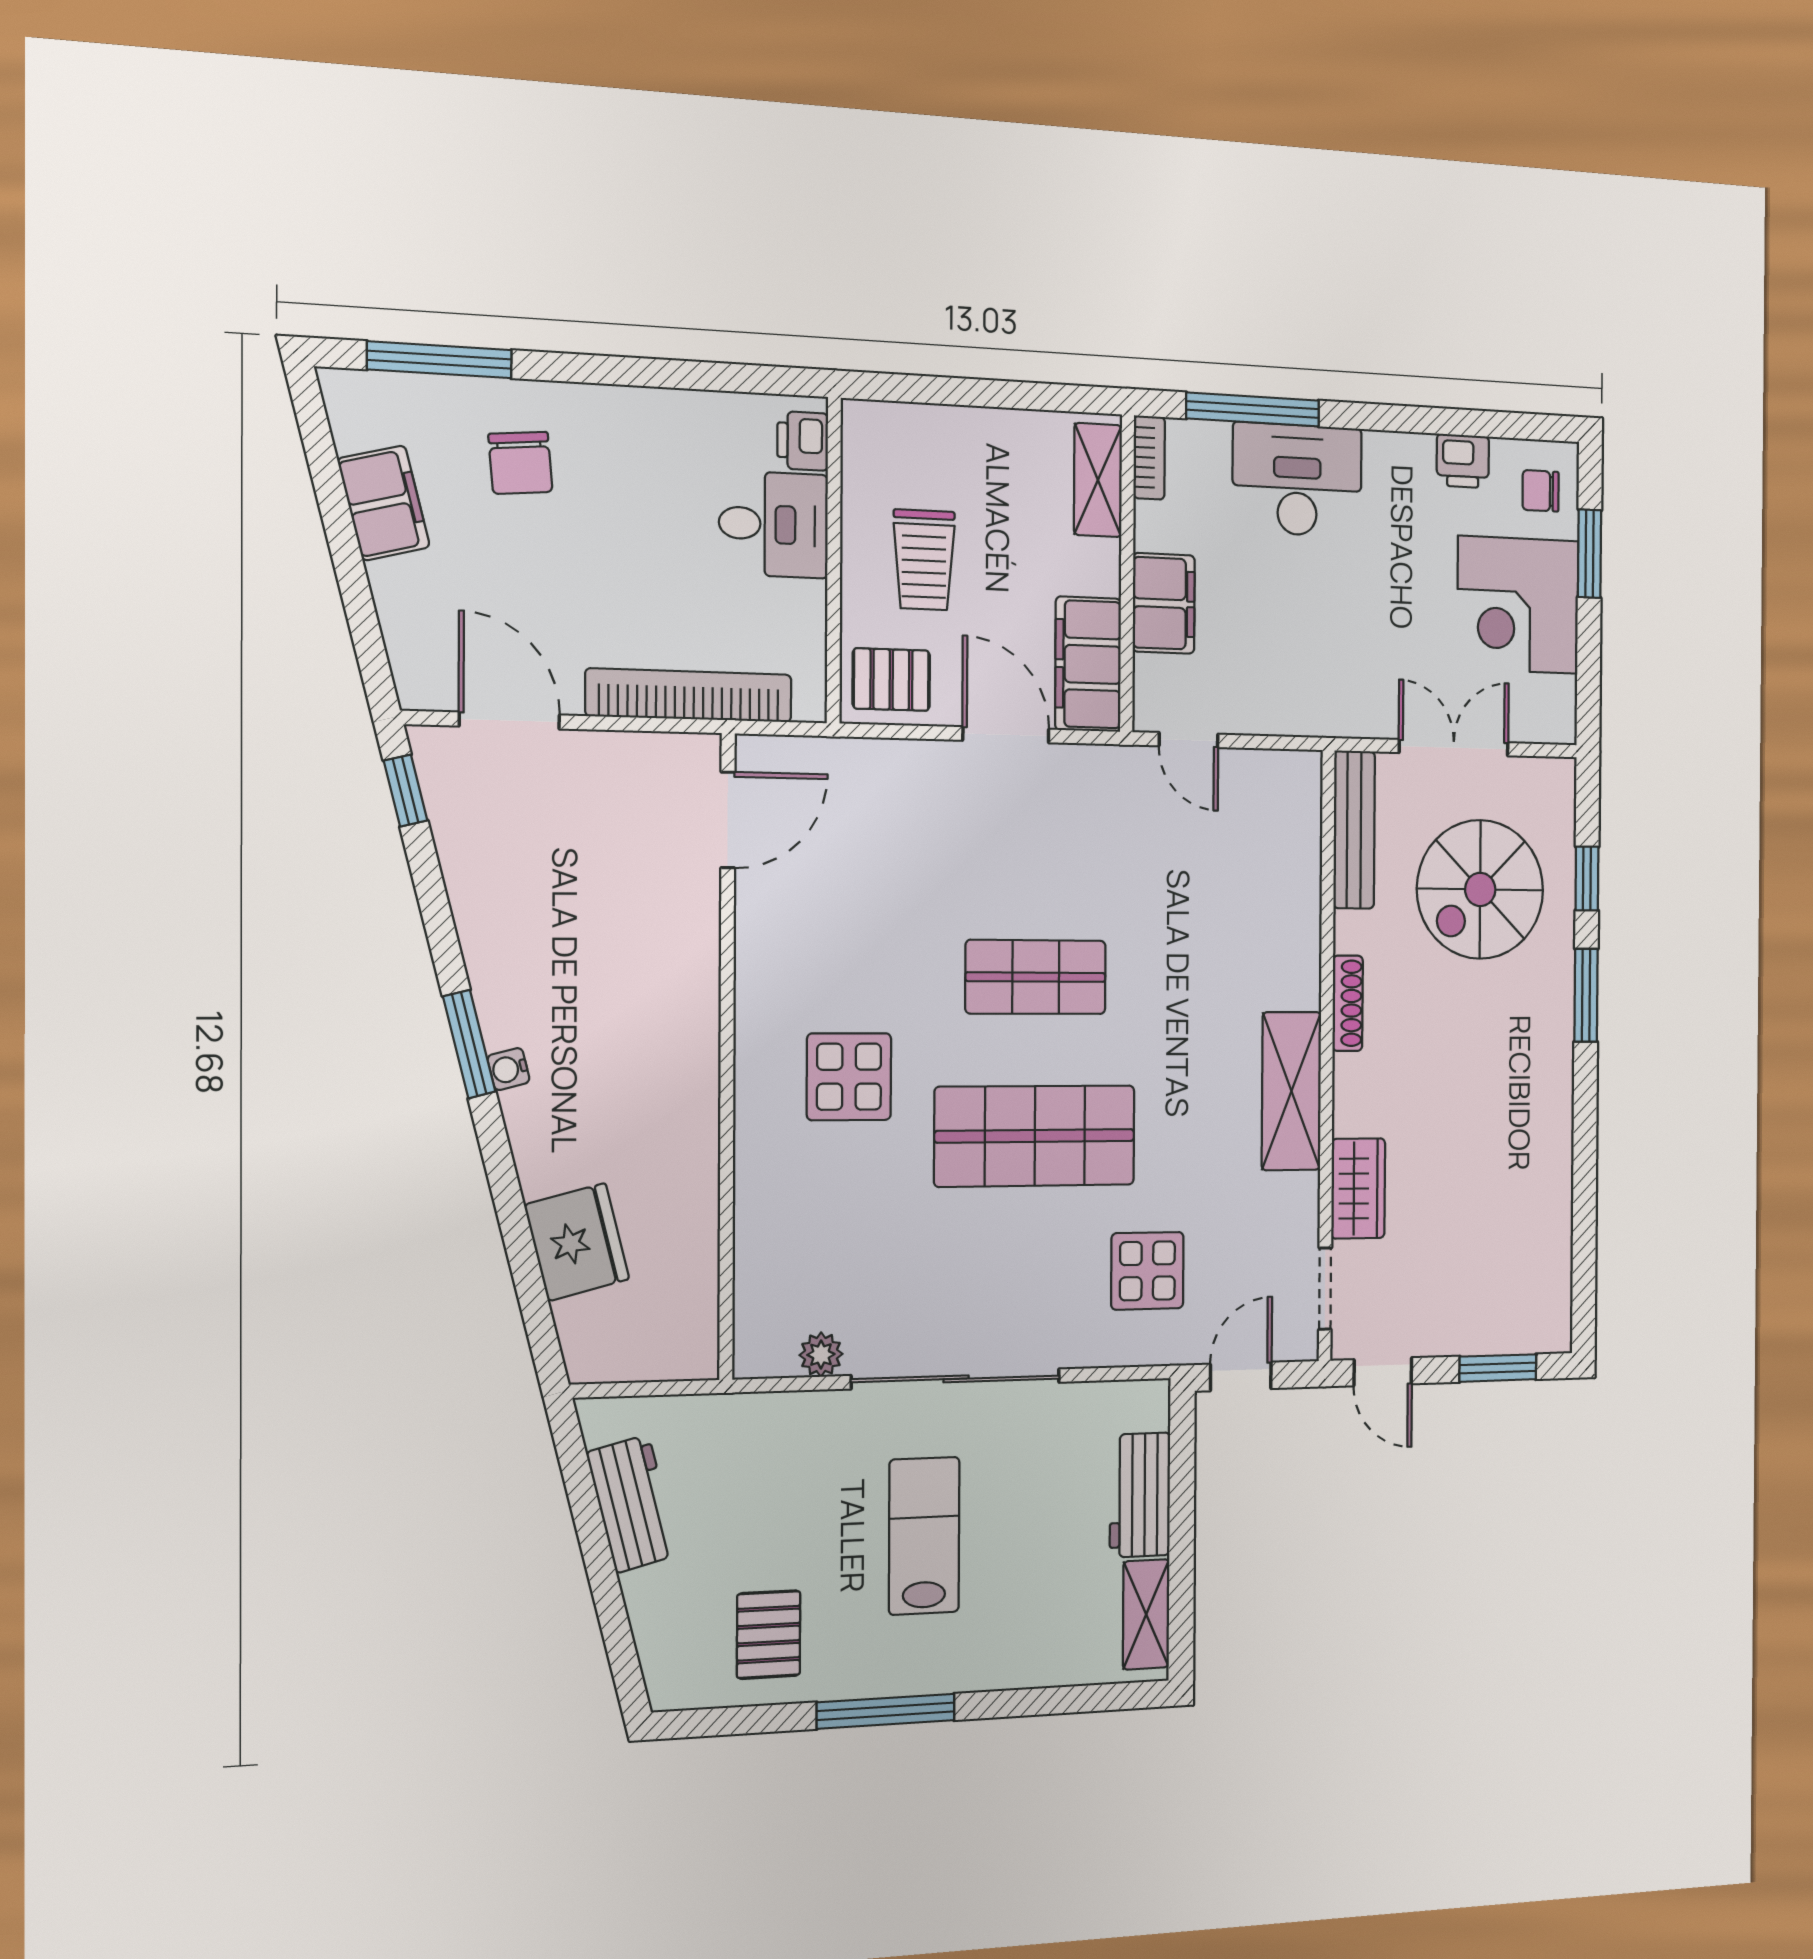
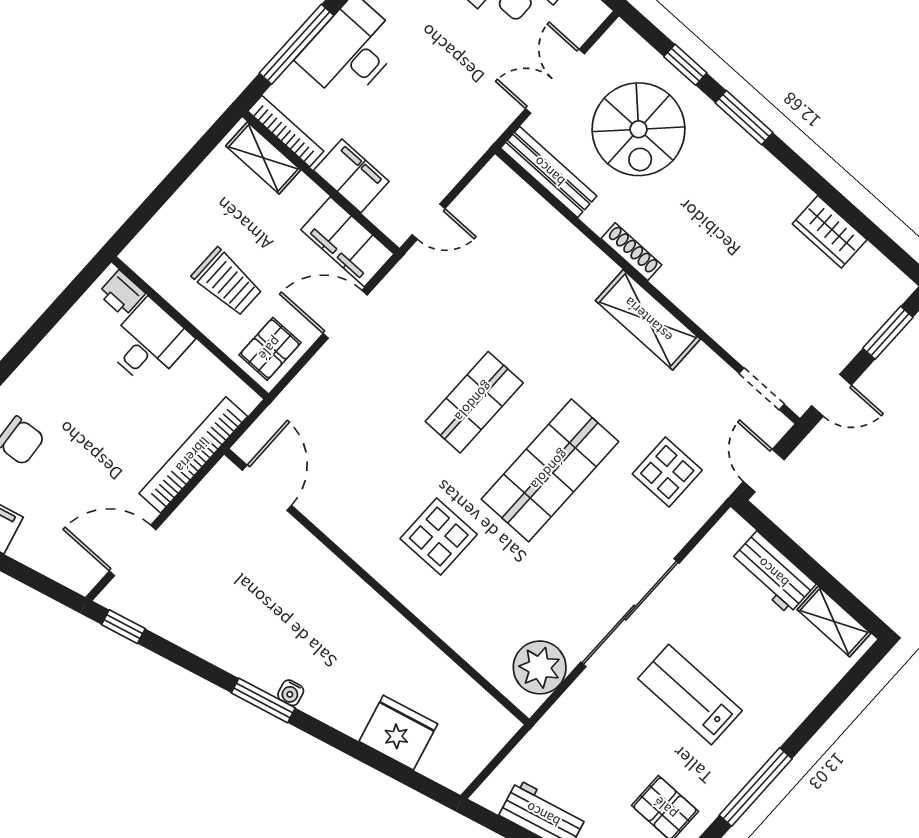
bookcase: (1149, 458) -> (286, 131), width x1.56
wardrobe: (1358, 1188) -> (830, 232), moved, turned 180
plant: (821, 1355) -> (540, 667), width x1.88, depth x1.88

